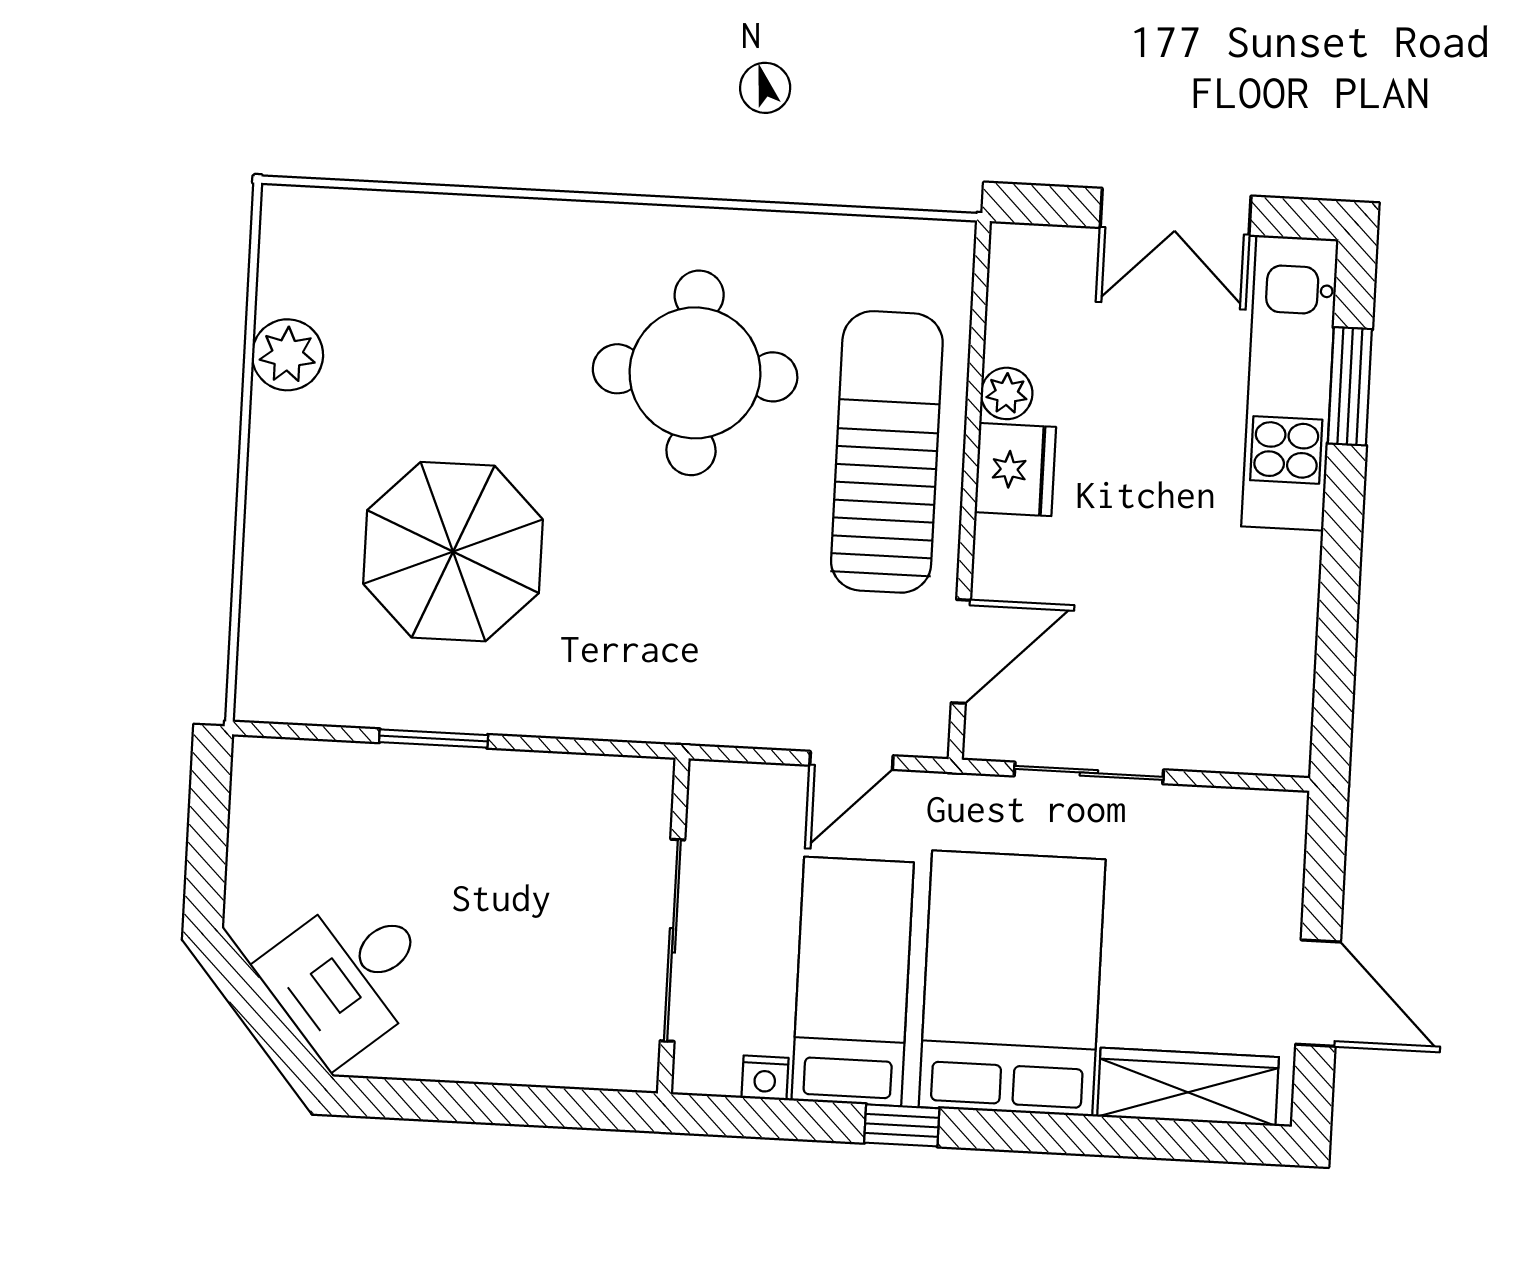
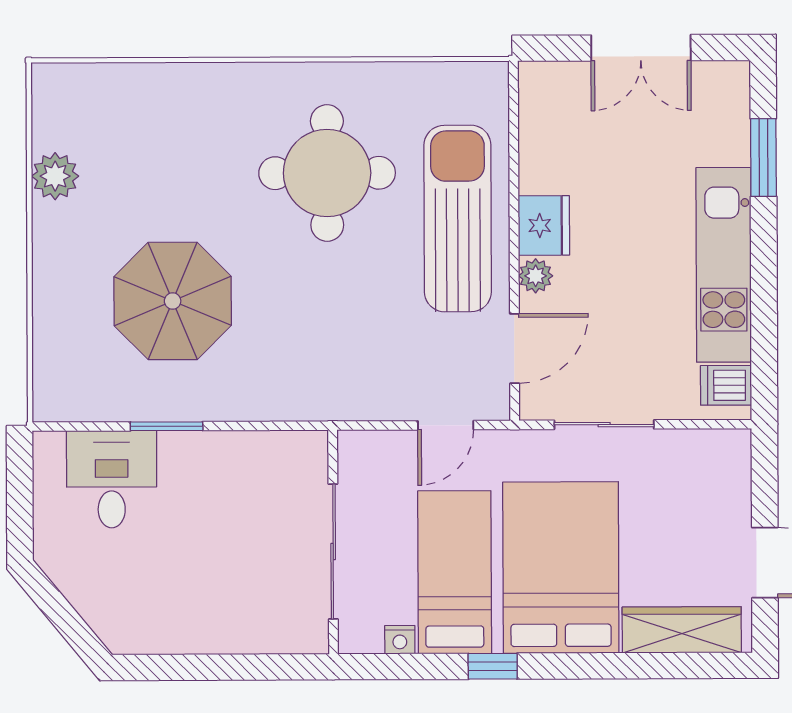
kitchen unit: (1290, 383) -> (724, 265), moved
plant: (1007, 393) -> (536, 276), moved
dishwasher: (1275, 724) -> (726, 385), added
desk: (349, 976) -> (112, 479), moved, turned 130

